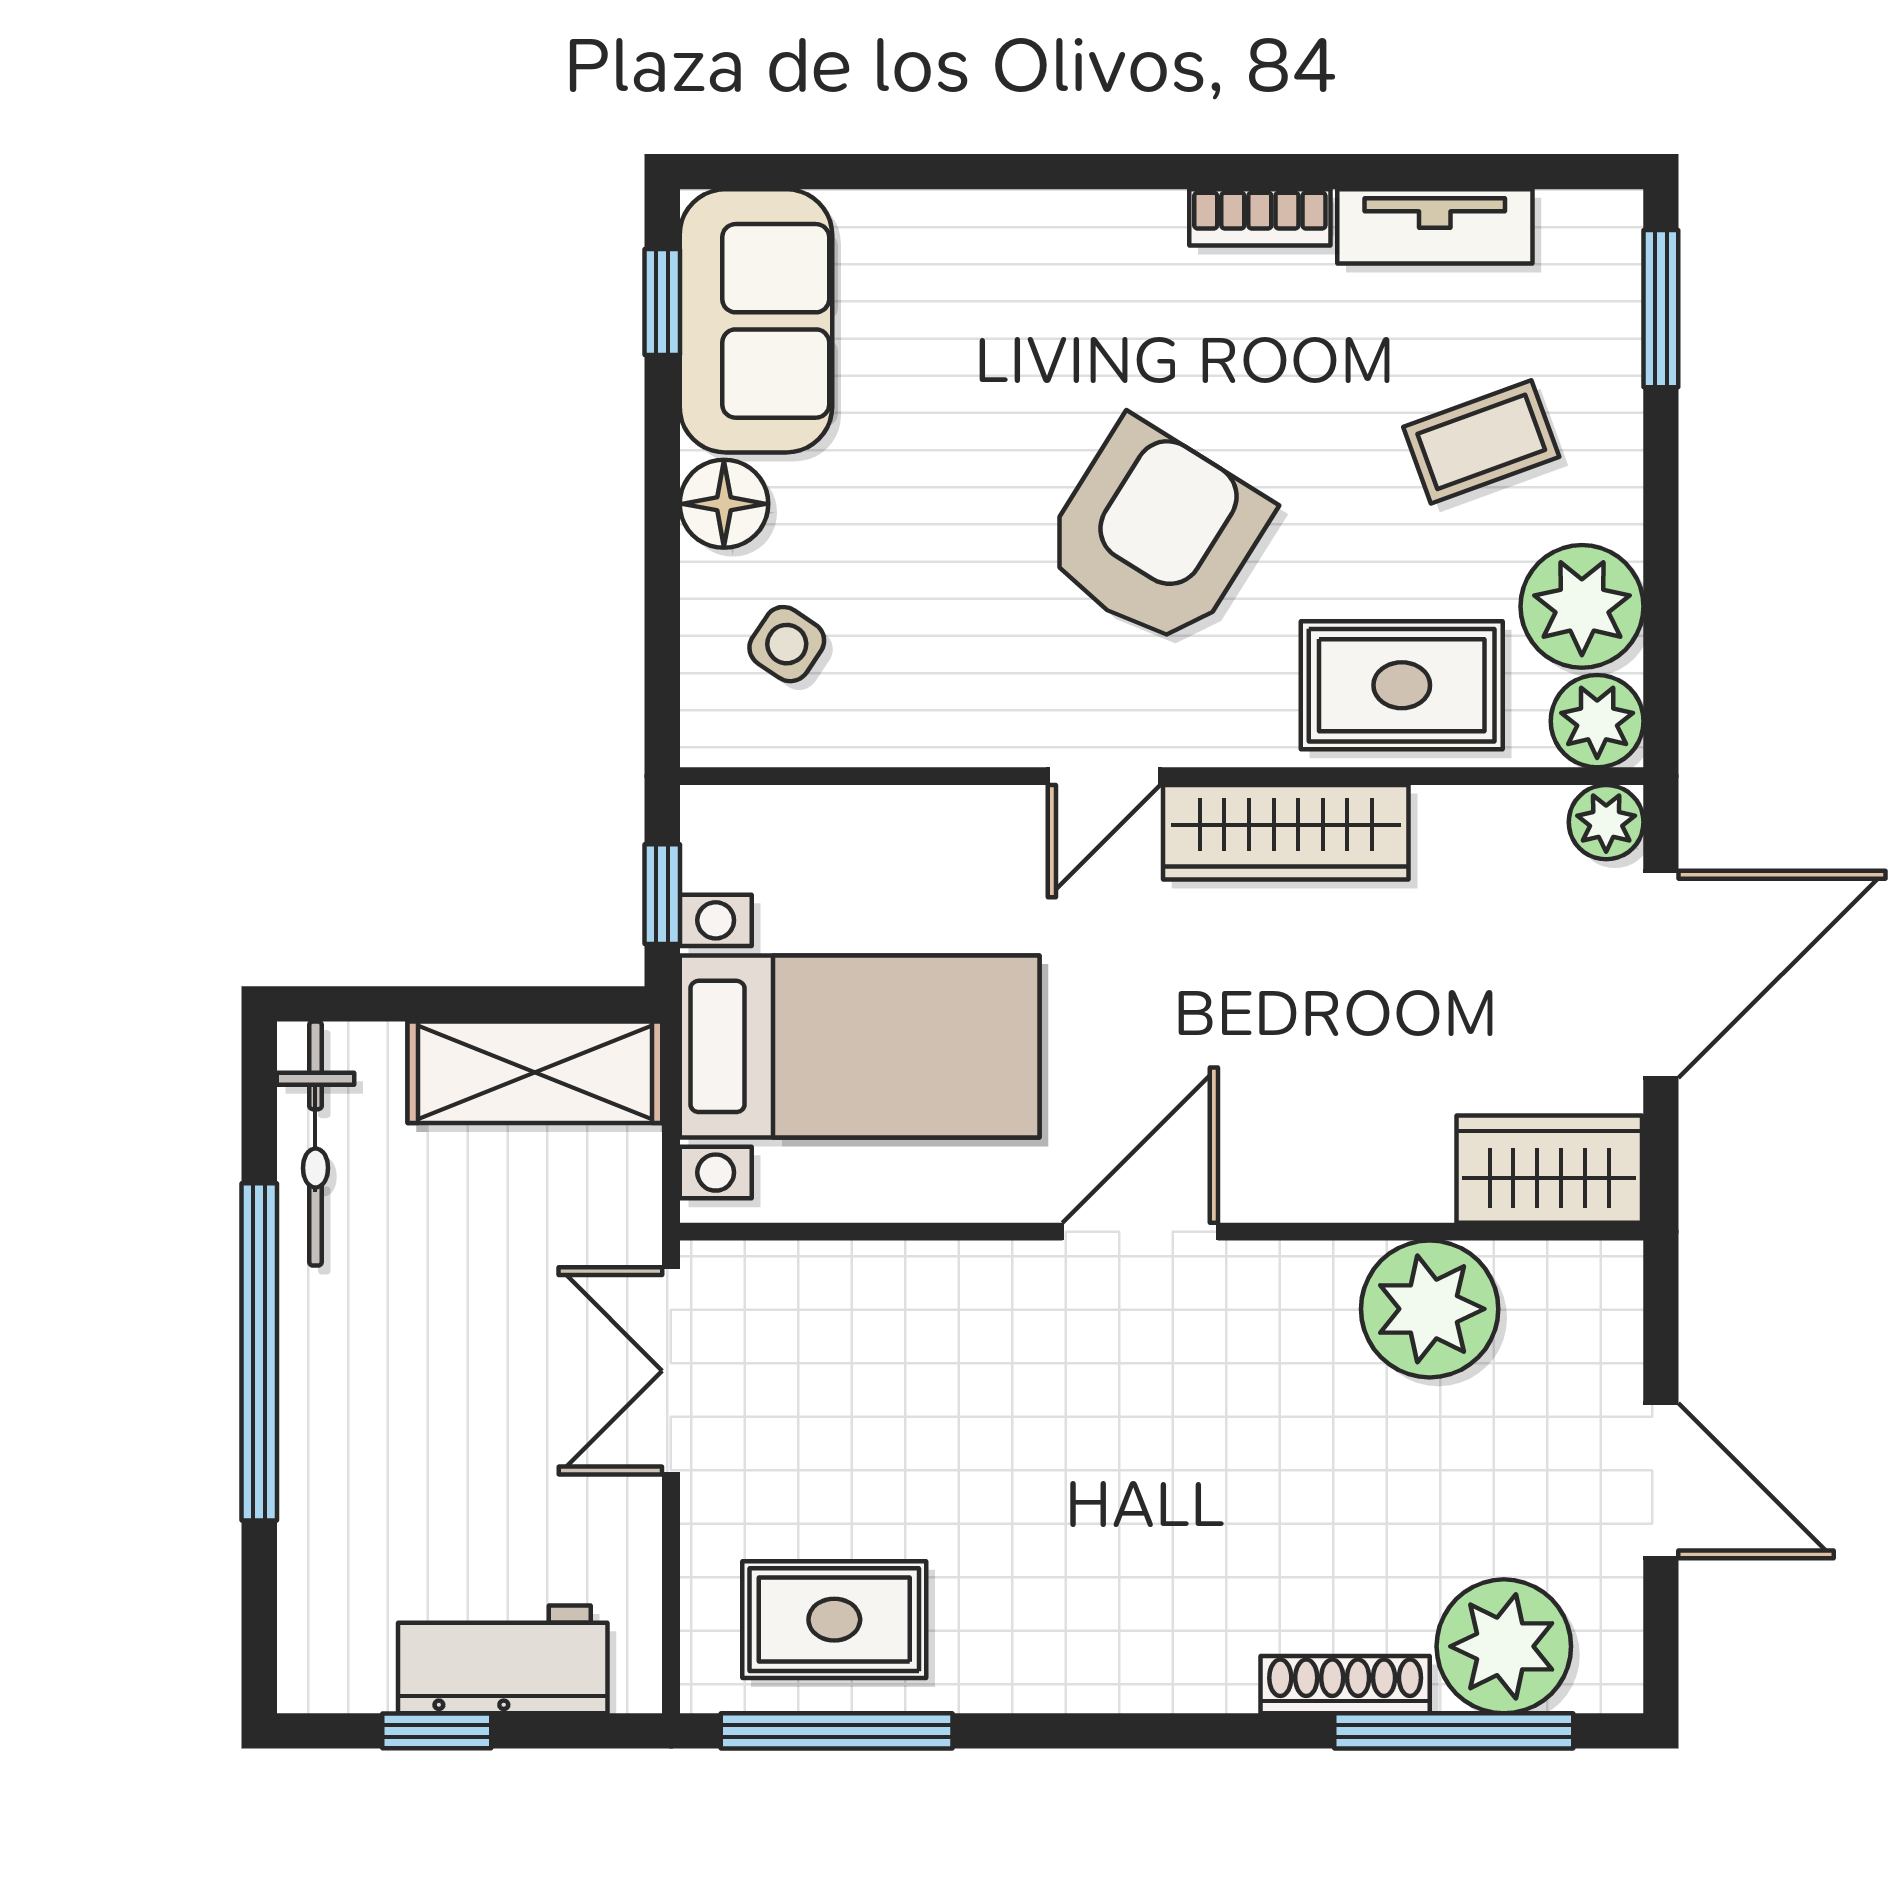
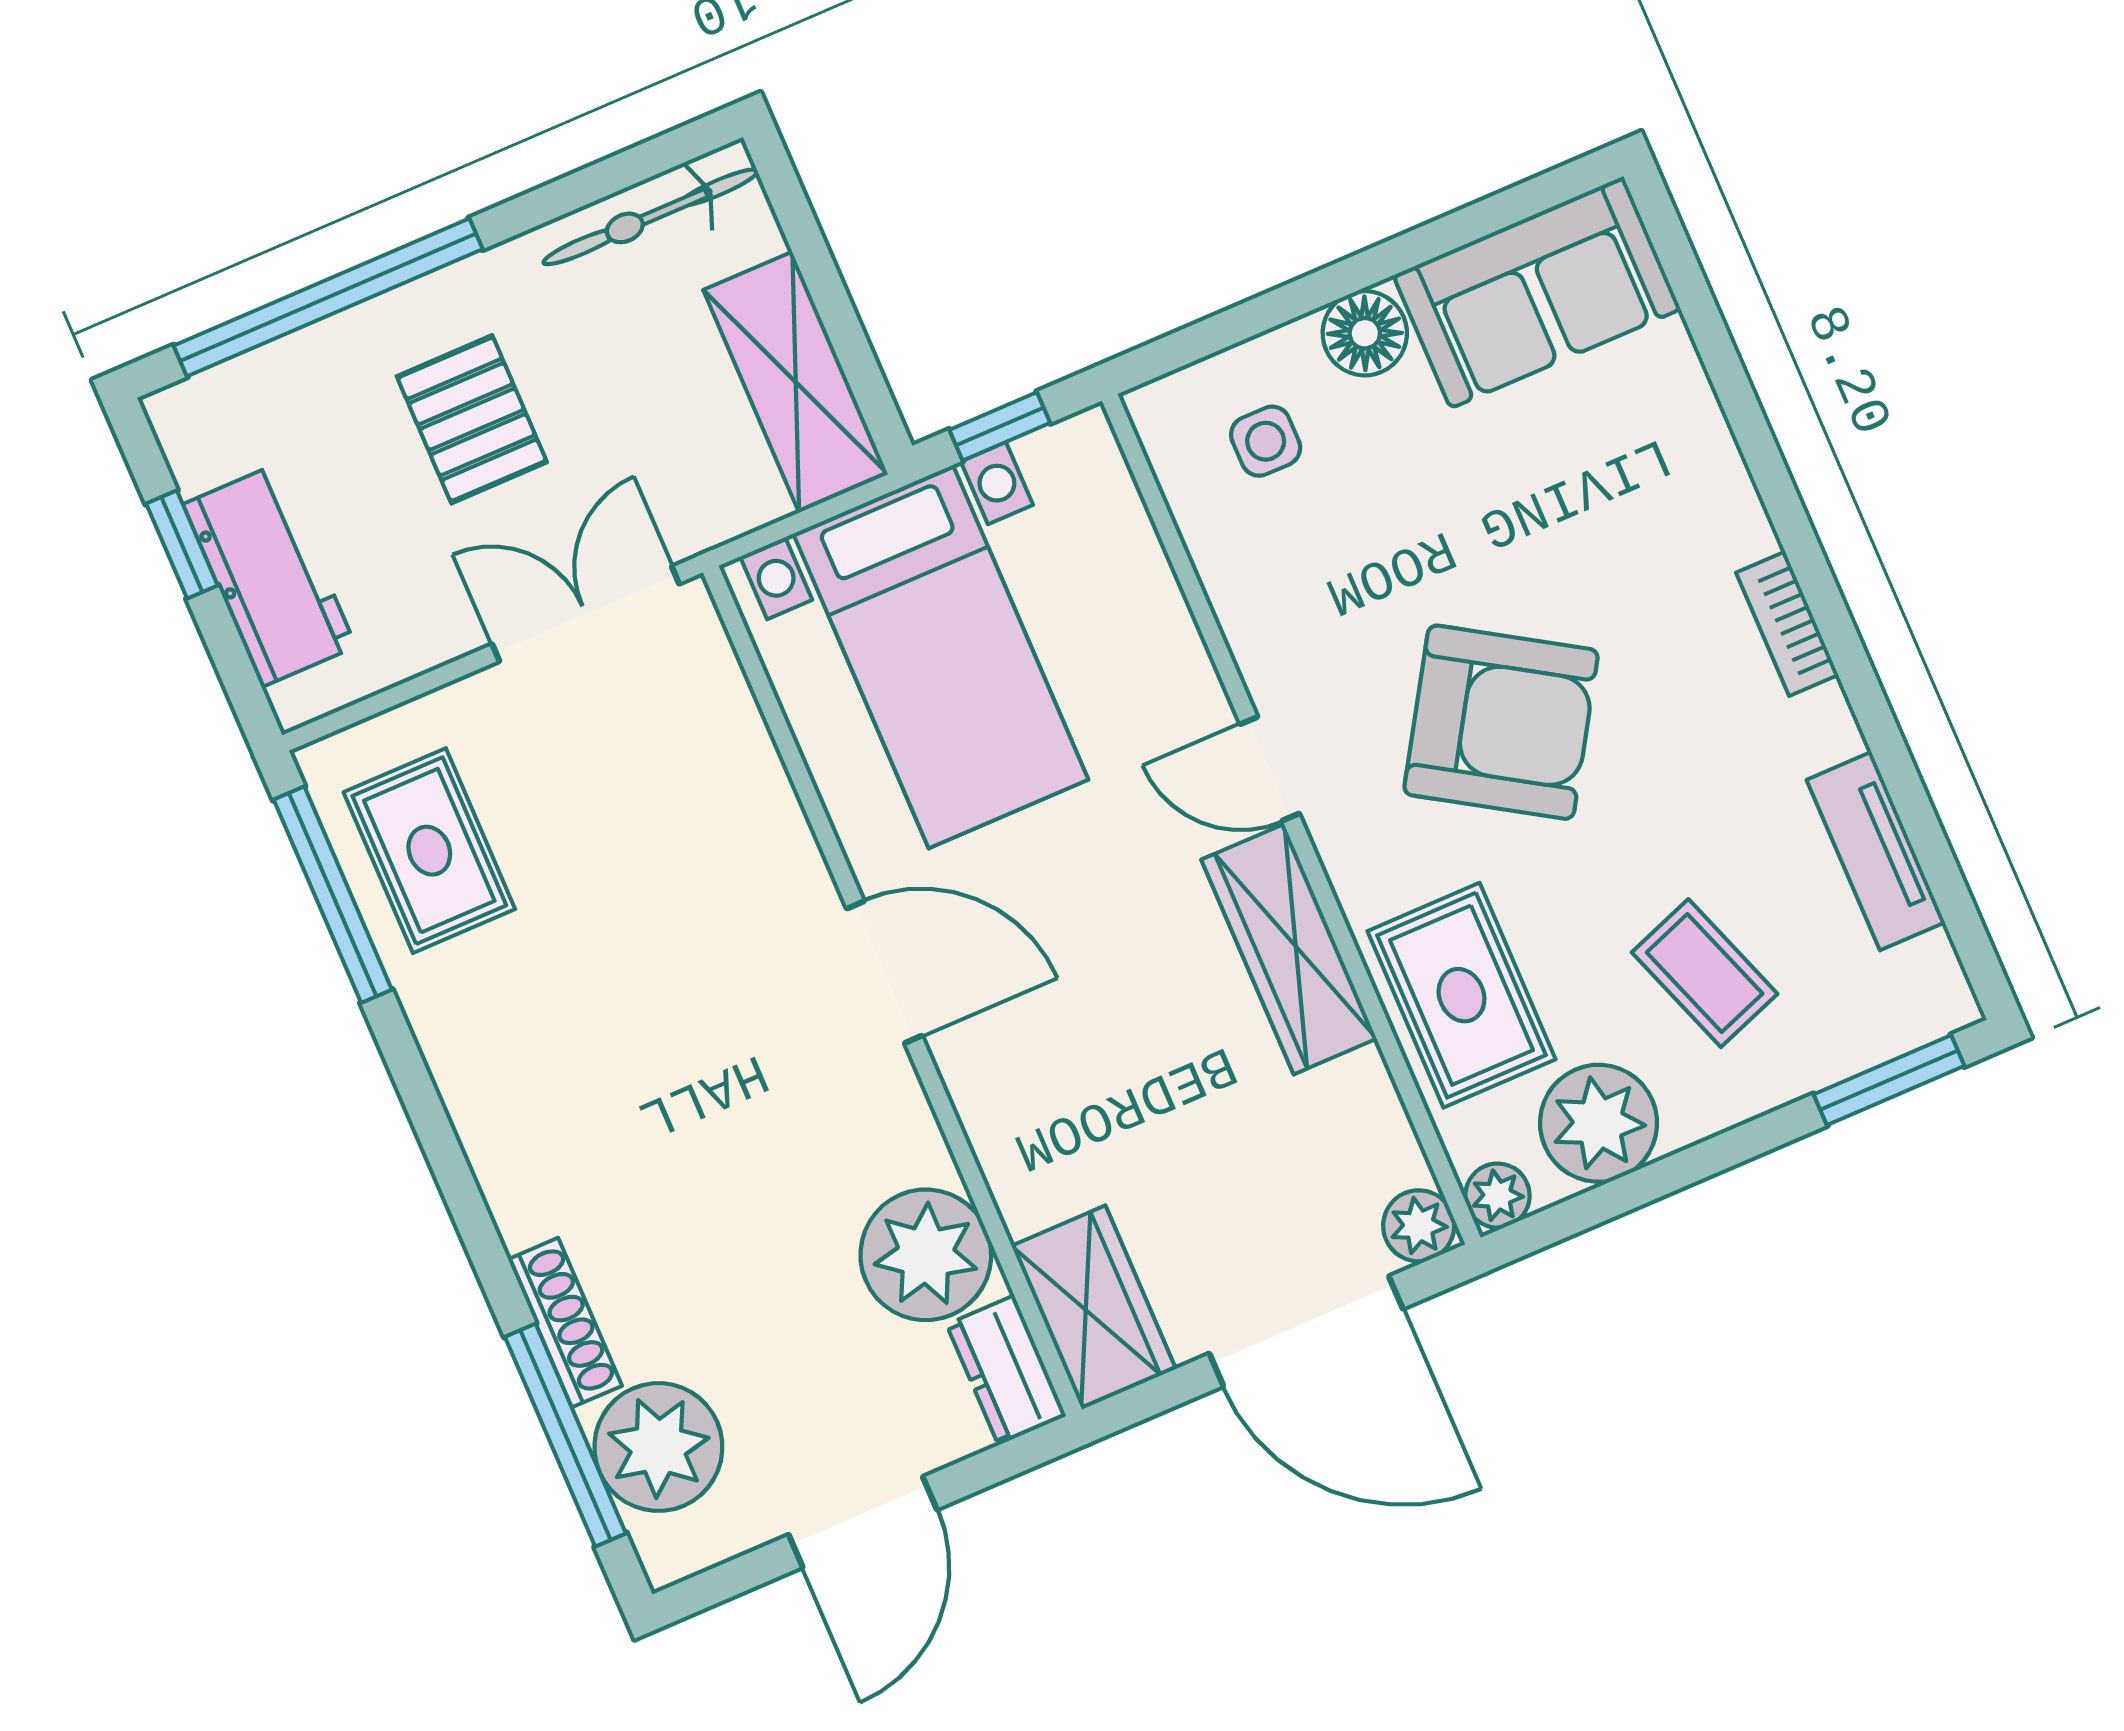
bookcase: (1260, 217) -> (1787, 624), moved
window: (662, 302) -> (1518, 203), removed
side table: (787, 644) -> (1266, 441), turned -34
plant: (1597, 721) -> (1498, 1196), width x0.73, depth x0.73
dresser: (1574, 1279) -> (1006, 1370), added
window: (259, 1352) -> (328, 297), moved
pallet: (436, 1400) -> (472, 419), added

